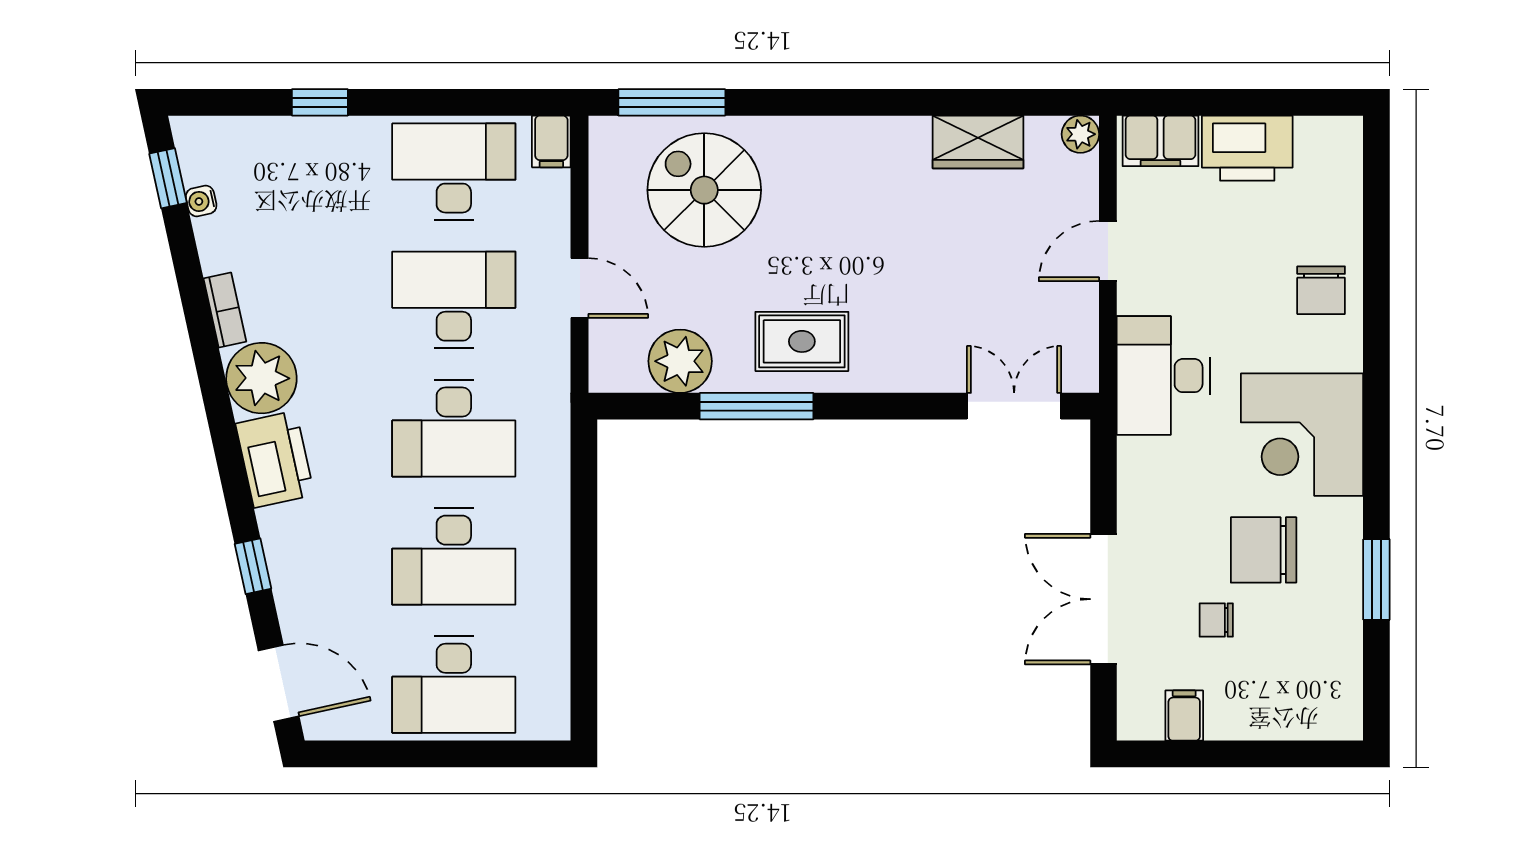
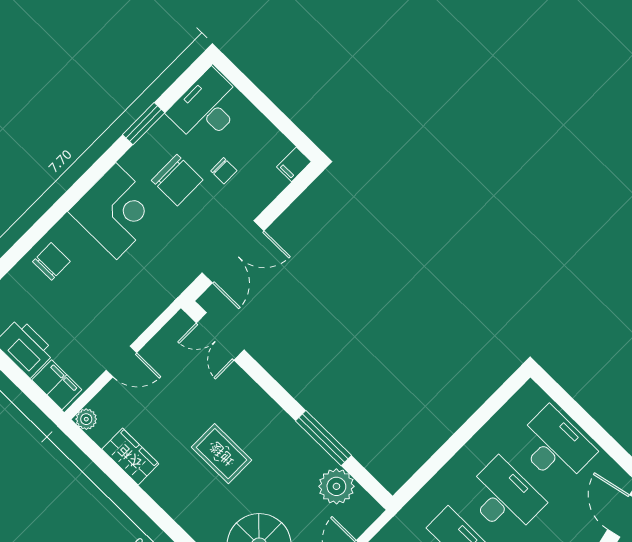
rug: (802, 341) -> (222, 454), moved
desk: (1163, 376) -> (207, 108), moved, turned 180
double door: (1103, 599) -> (233, 252), moved
filing cabinet: (1184, 716) -> (294, 164), moved

